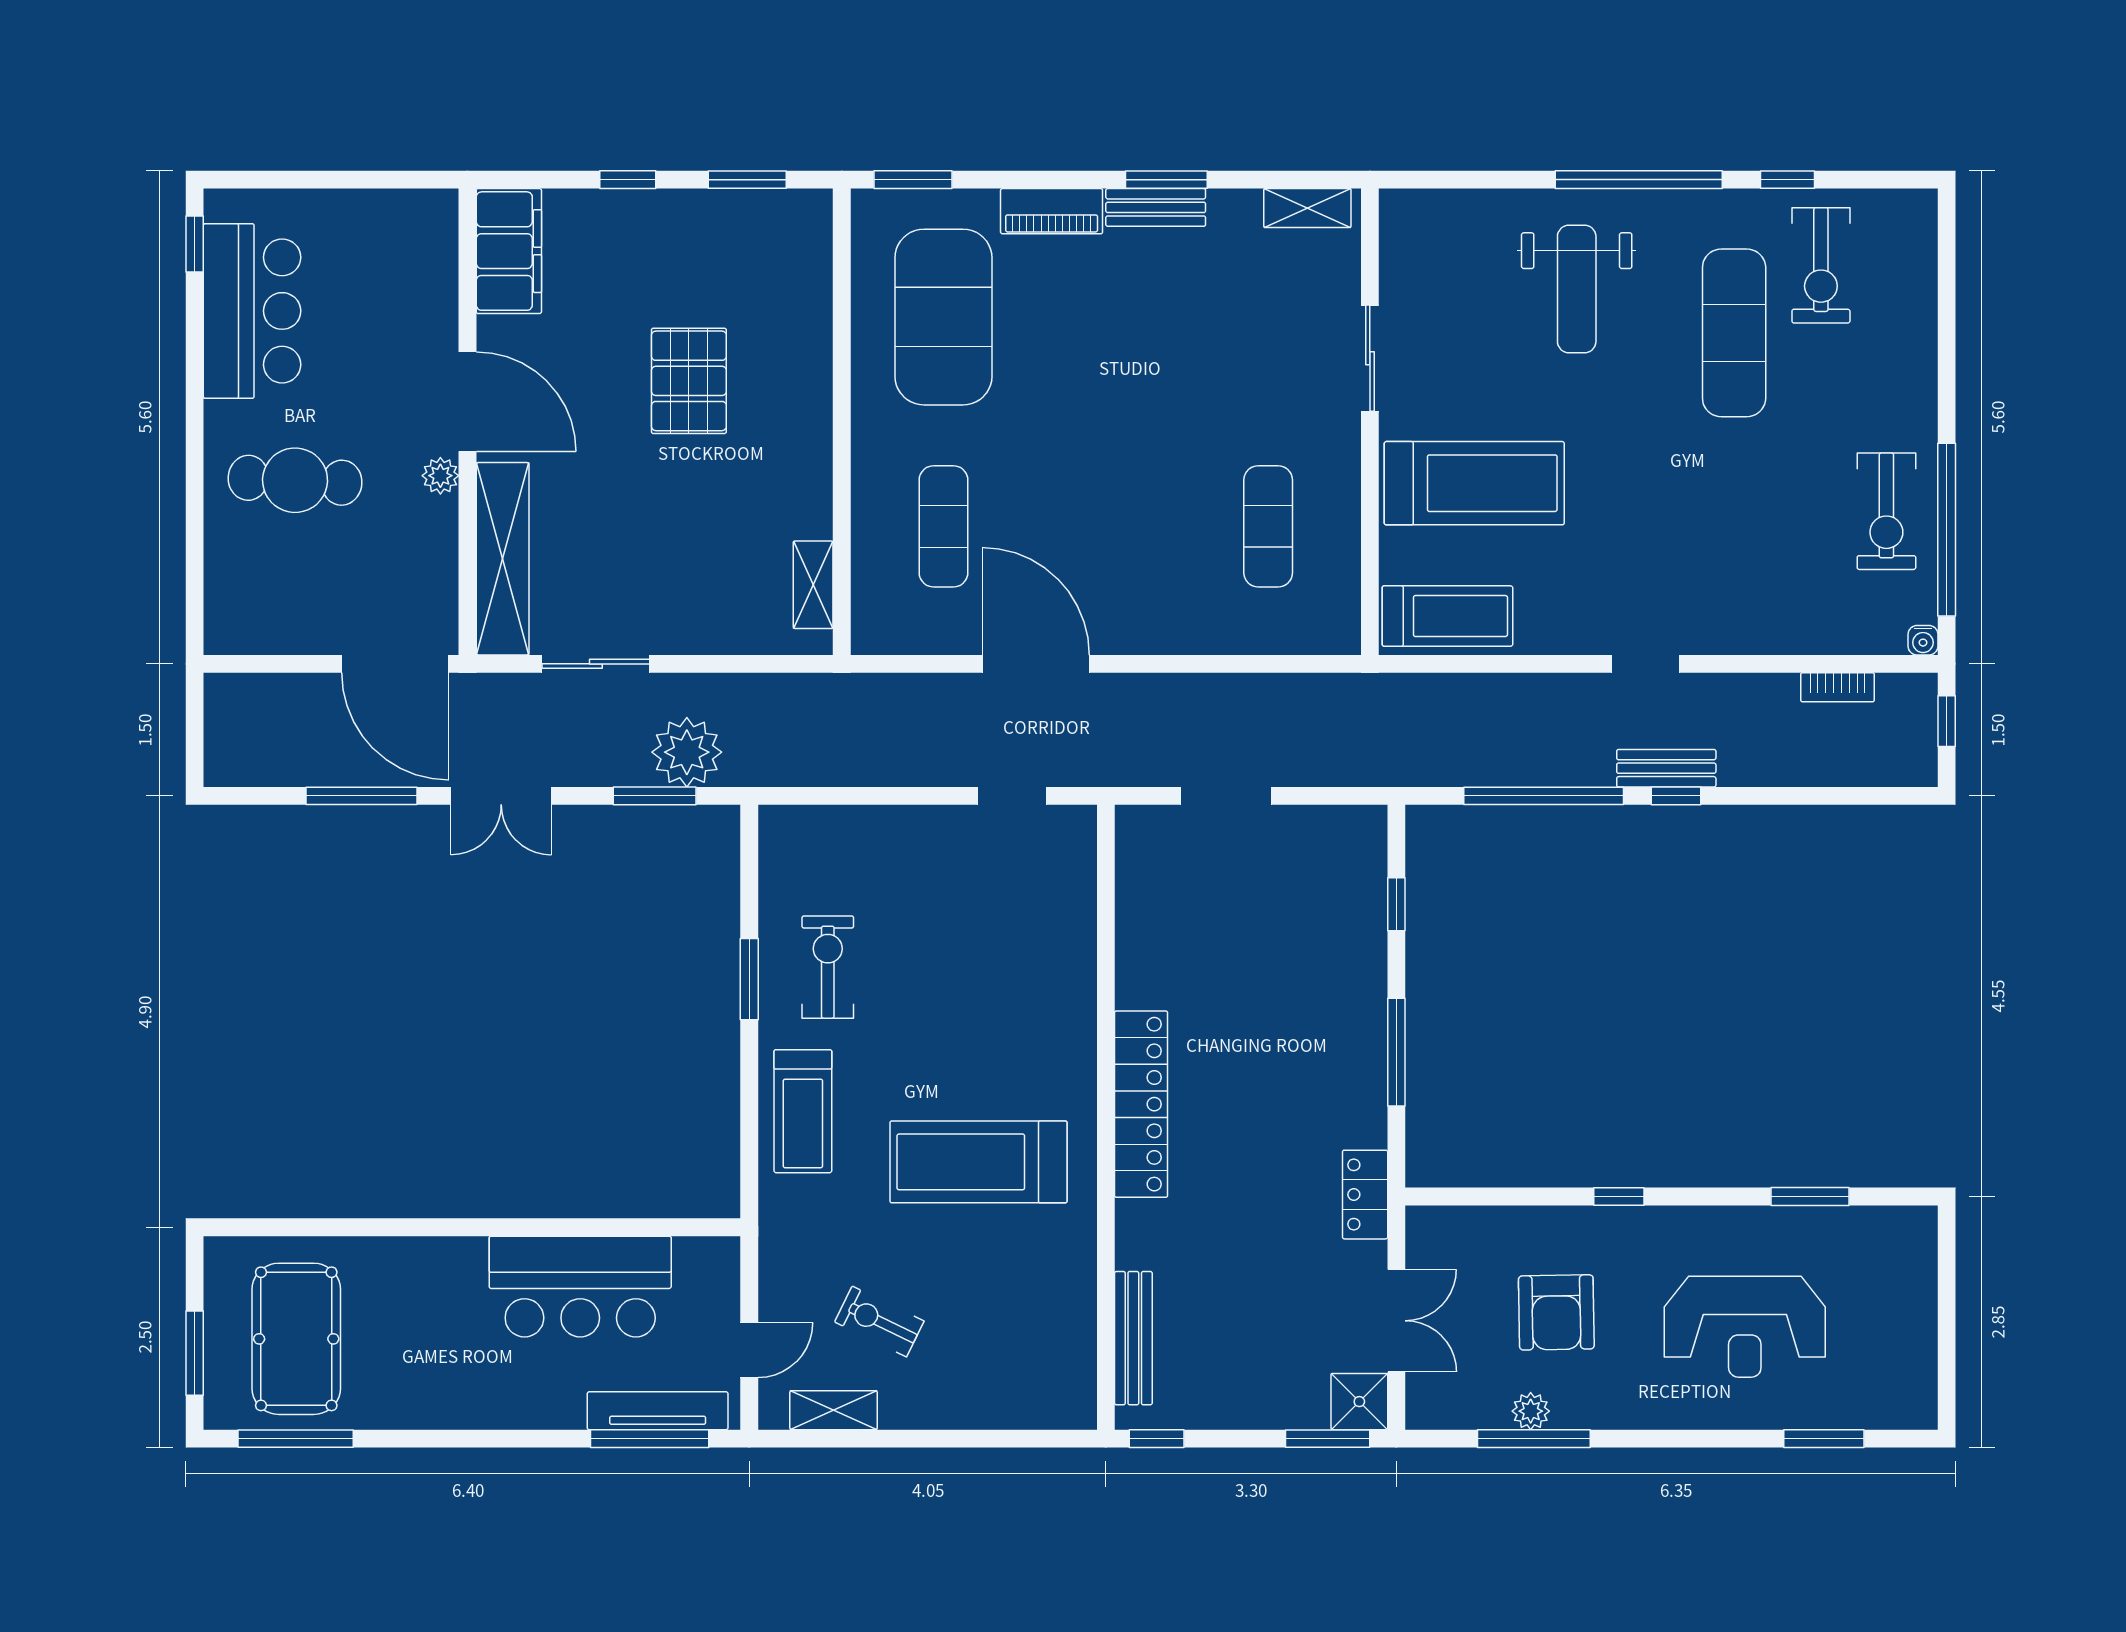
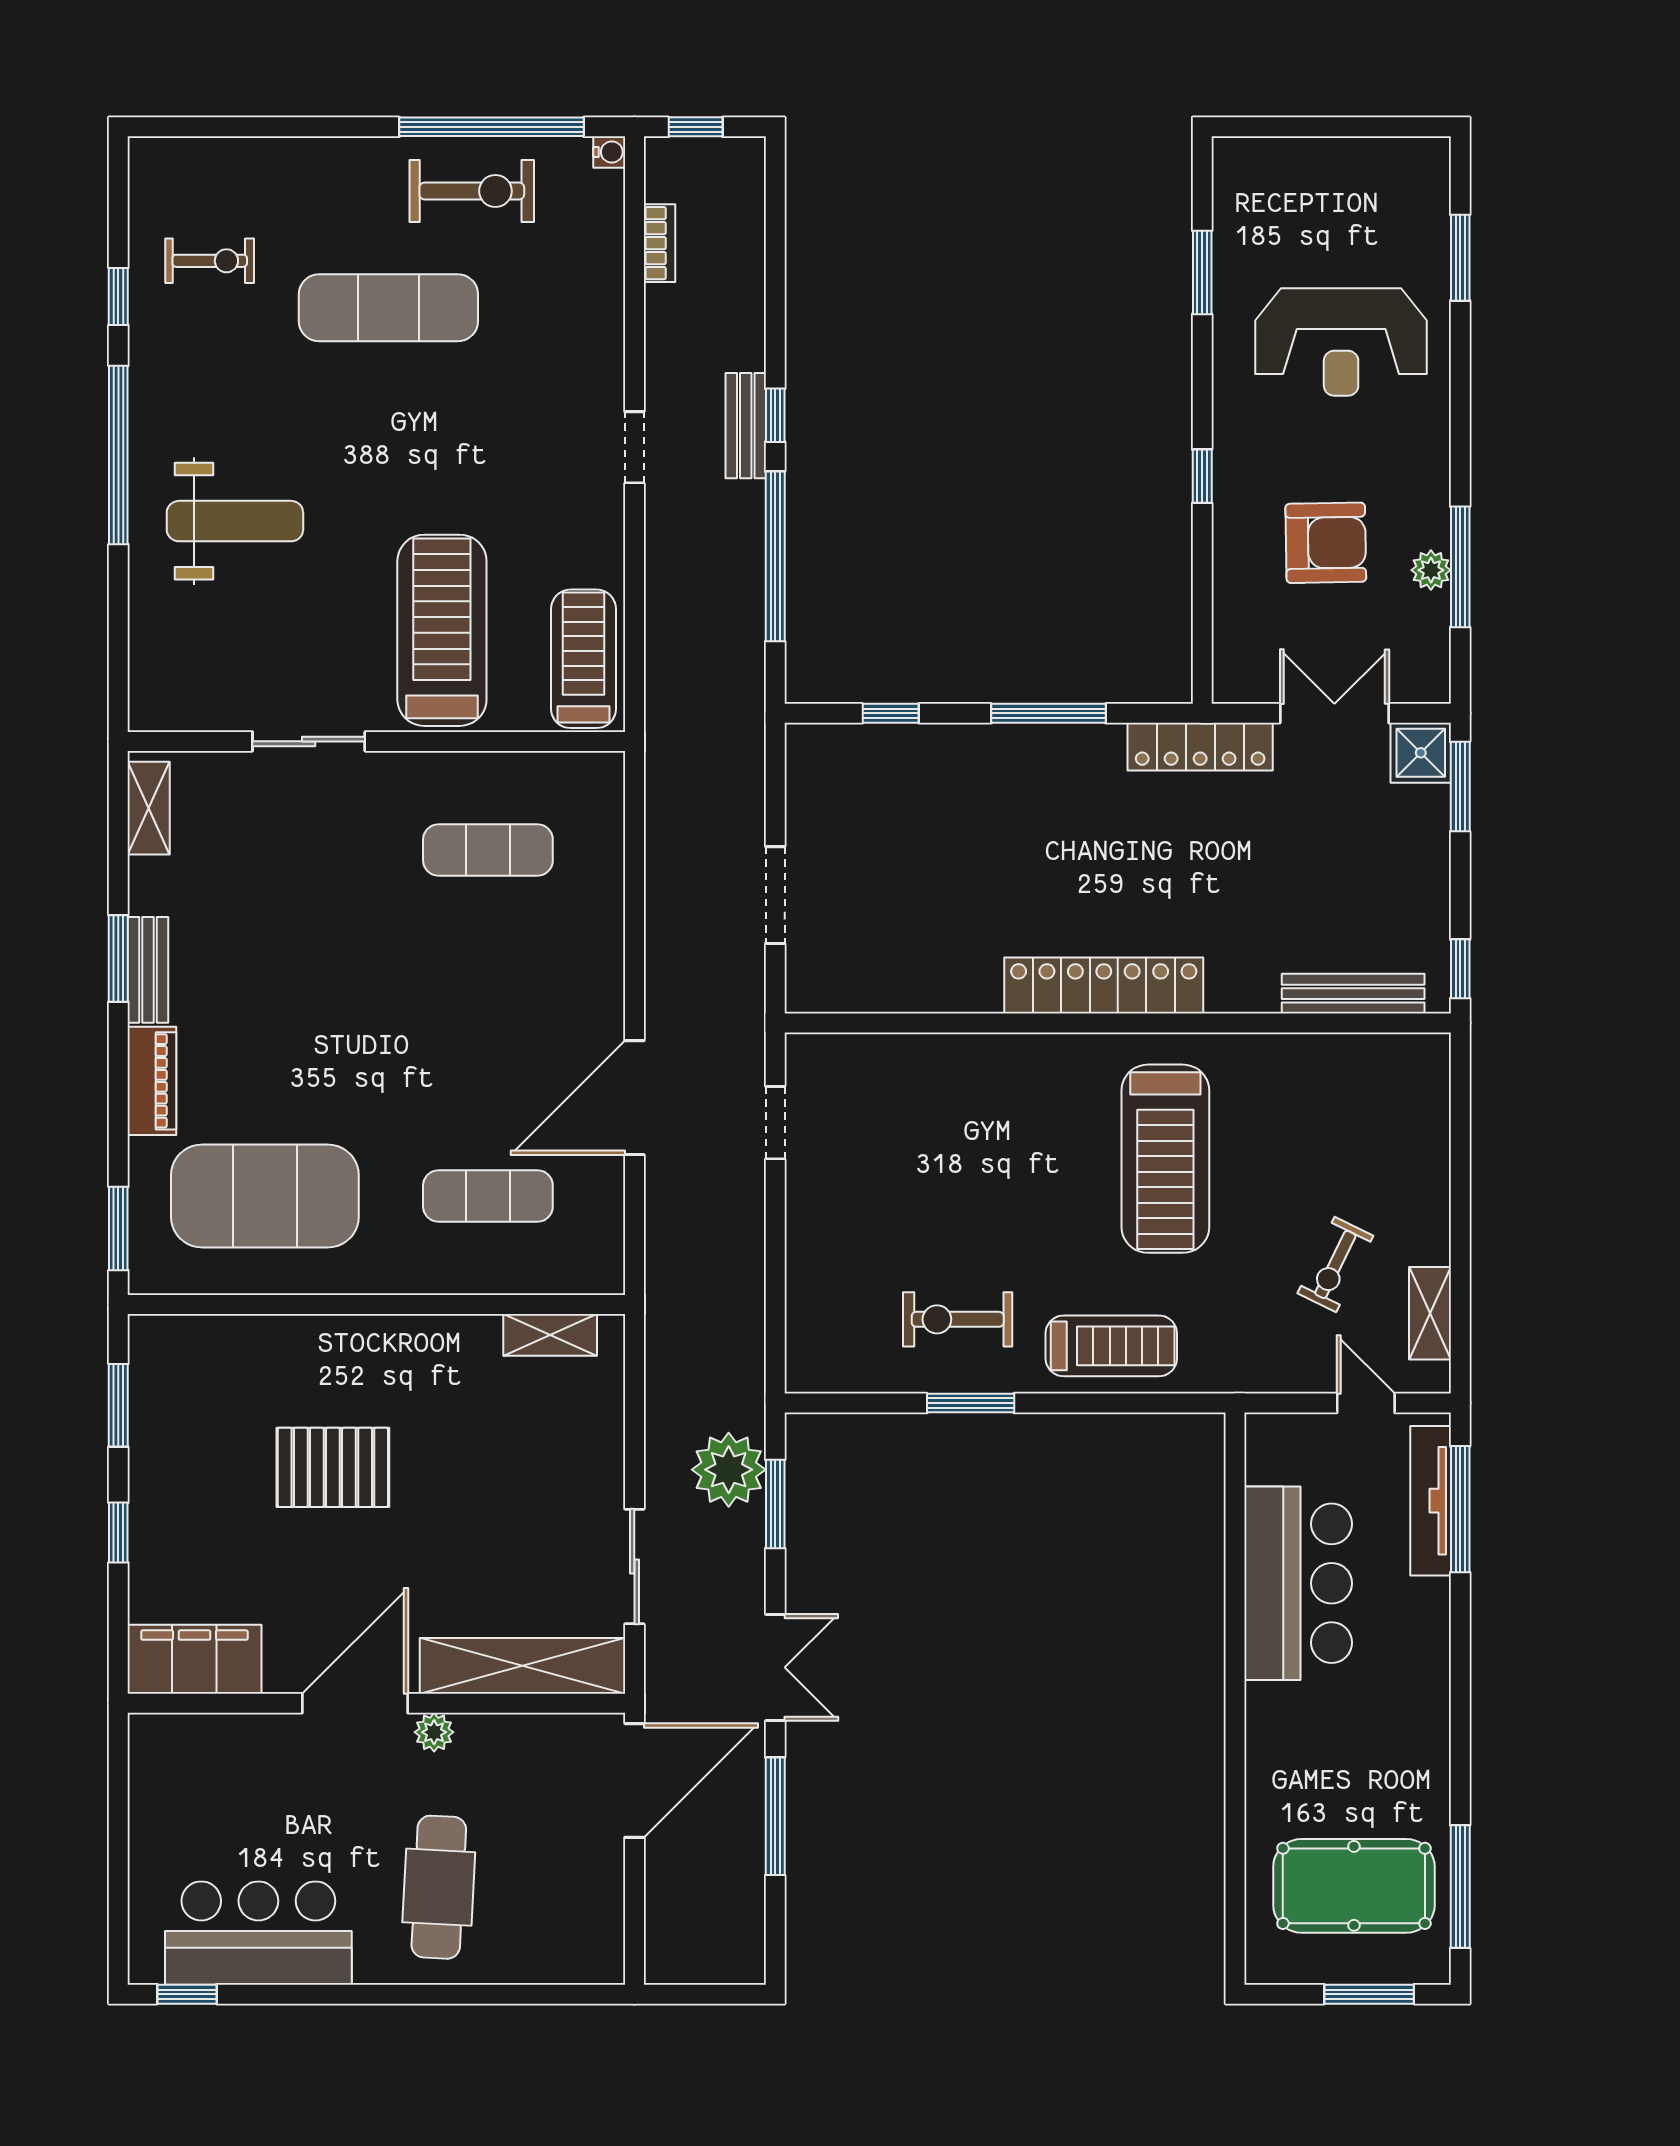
exercise bike: (1821, 265) -> (210, 261), width x0.73, depth x0.72
exercise mat: (1734, 333) -> (388, 308), moved
locker: (1365, 1195) -> (1200, 747), width x1.53
reception desk: (1745, 1327) -> (1341, 342), turned 90

